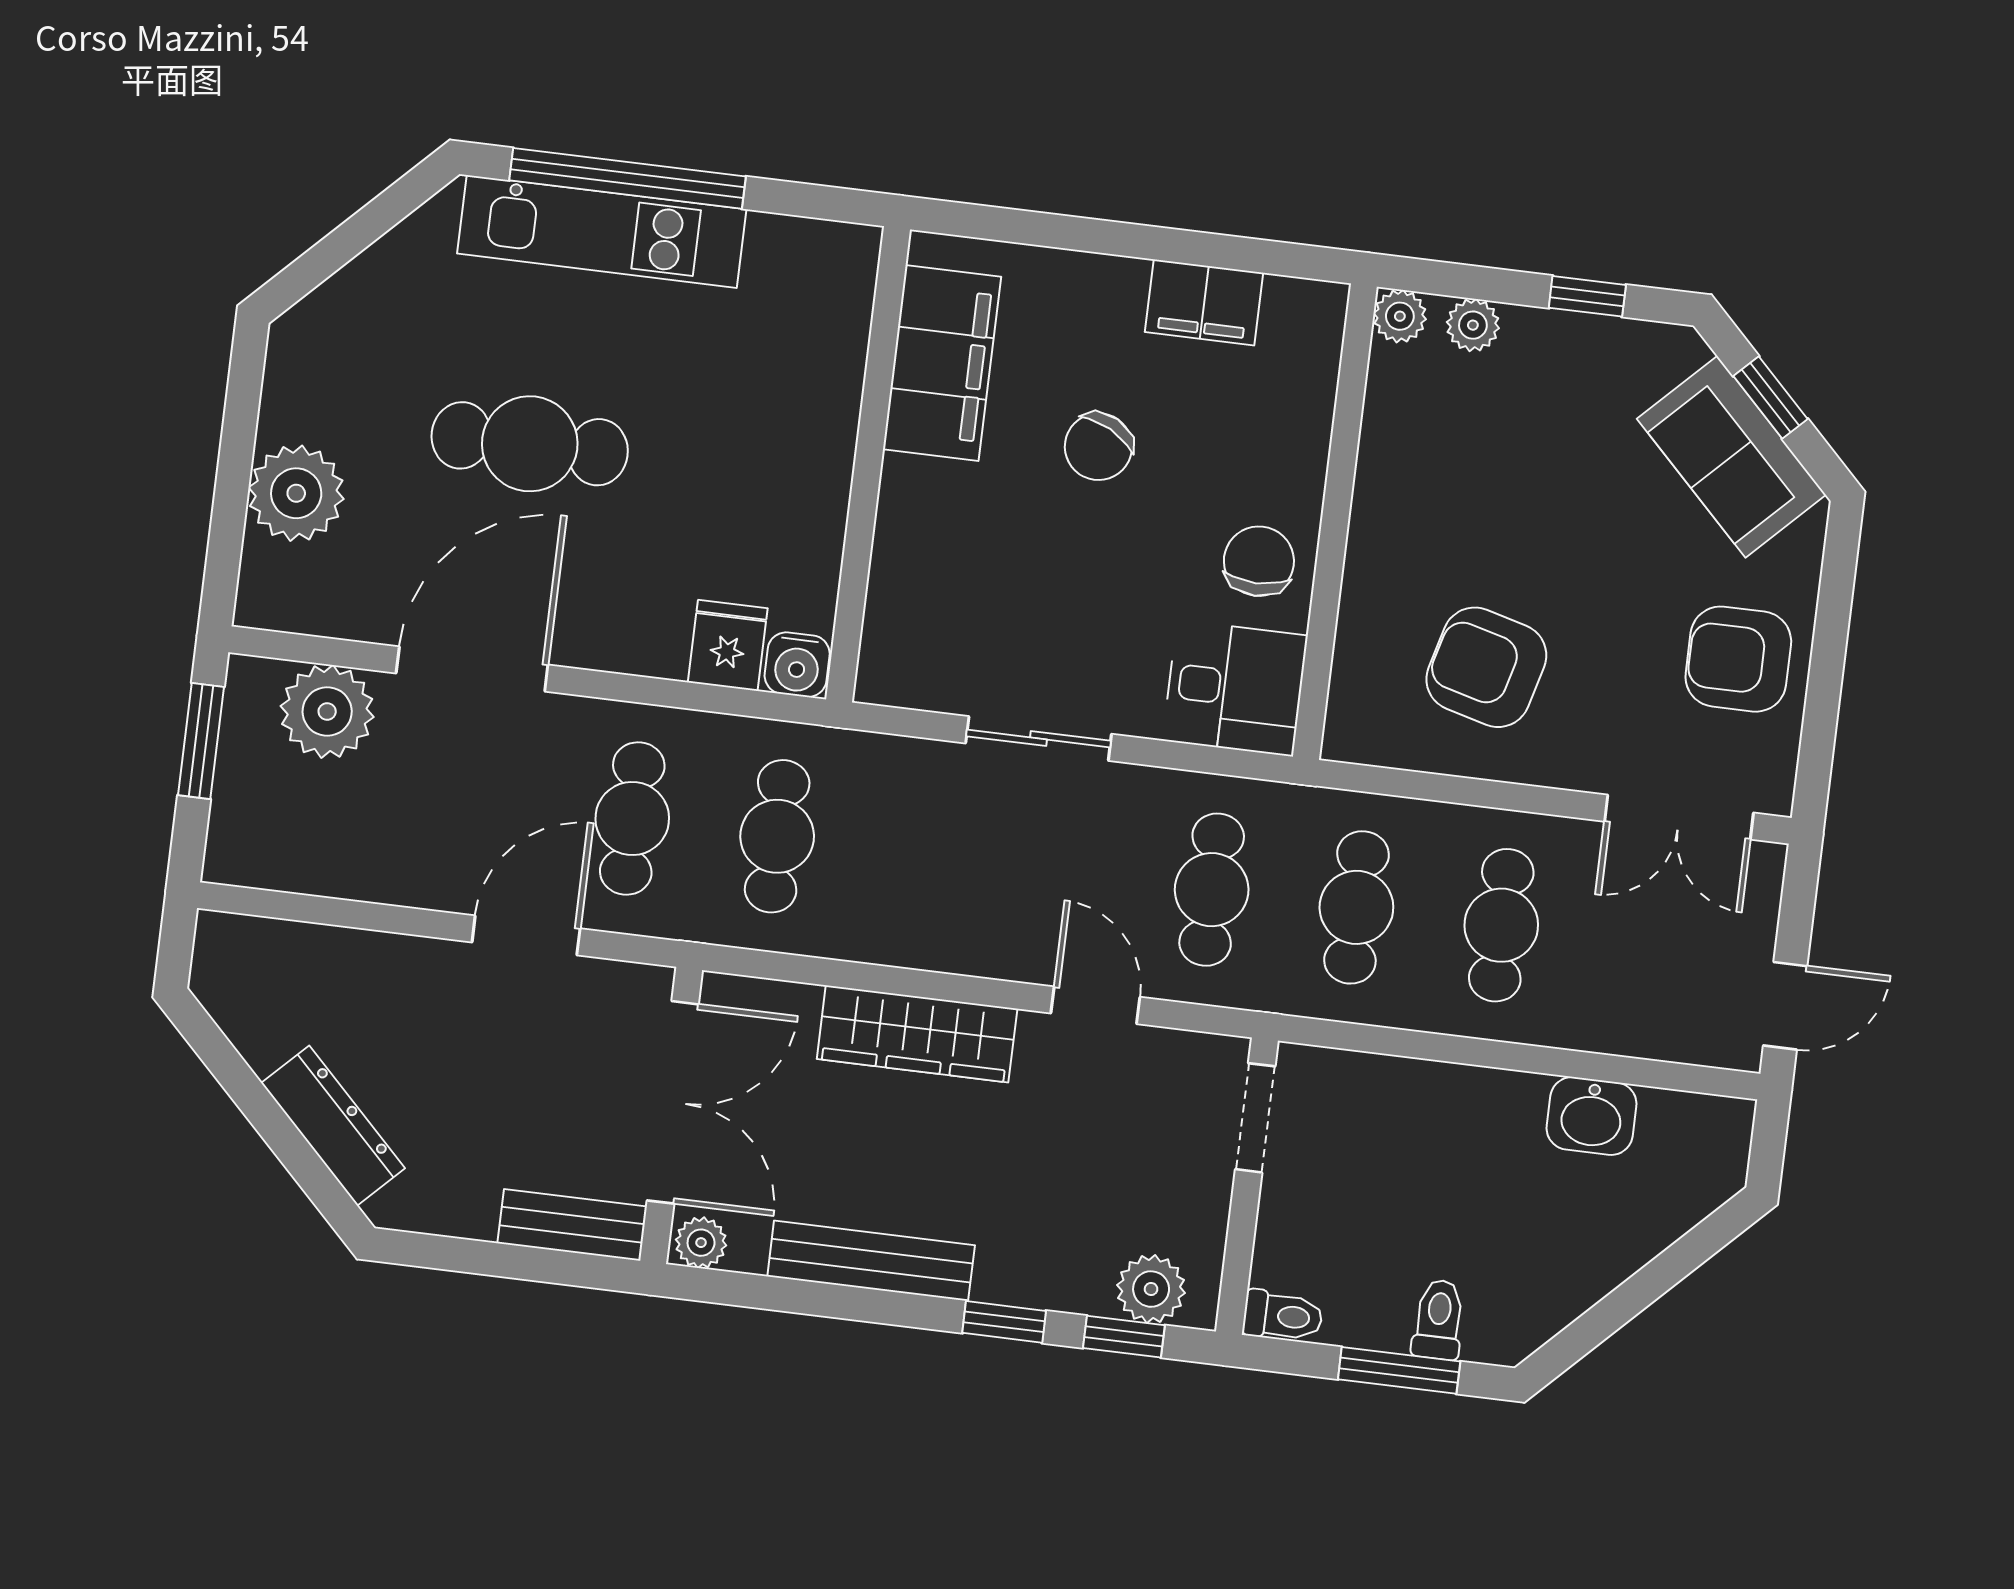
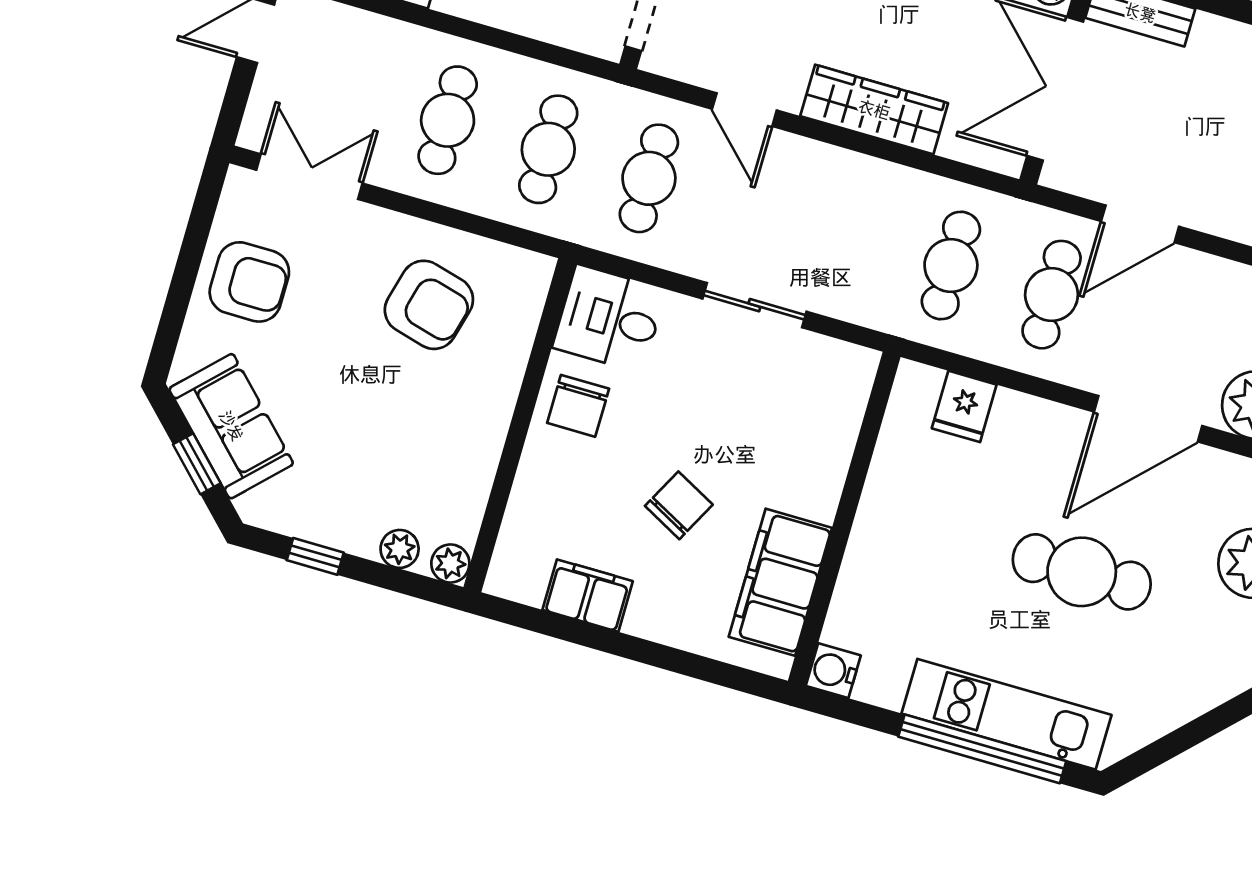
water cooler: (797, 665) -> (833, 671), moved, turned -90

